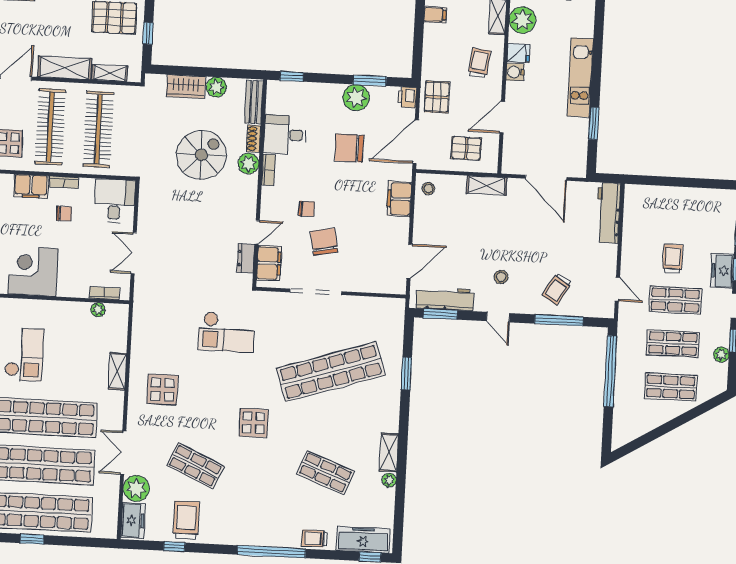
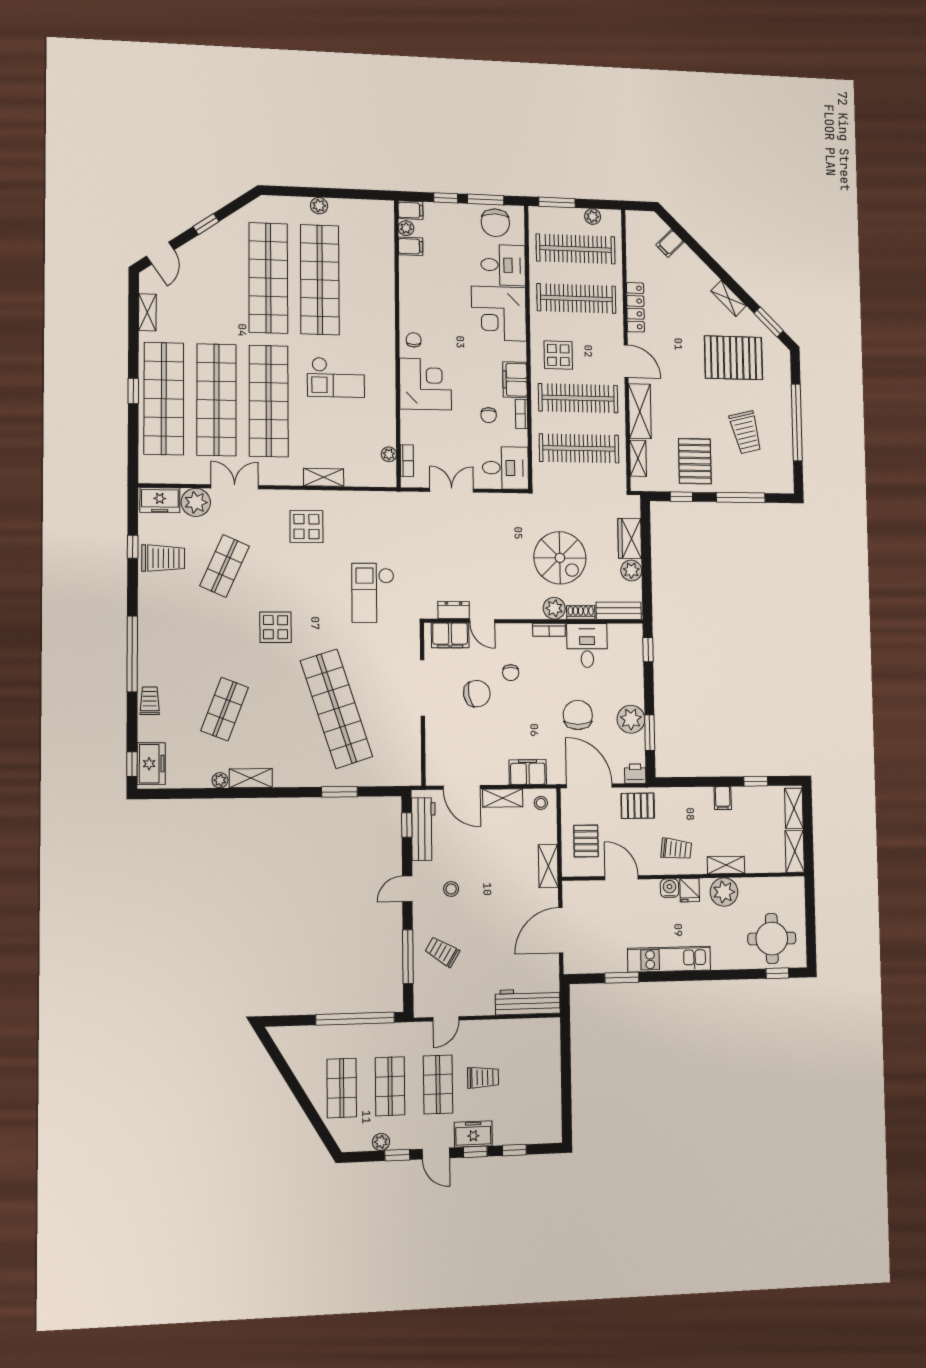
shelving: (422, 224) -> (503, 798), added
window: (440, 314) -> (407, 825), width x0.67
freezer: (363, 540) -> (151, 764), width x0.71

